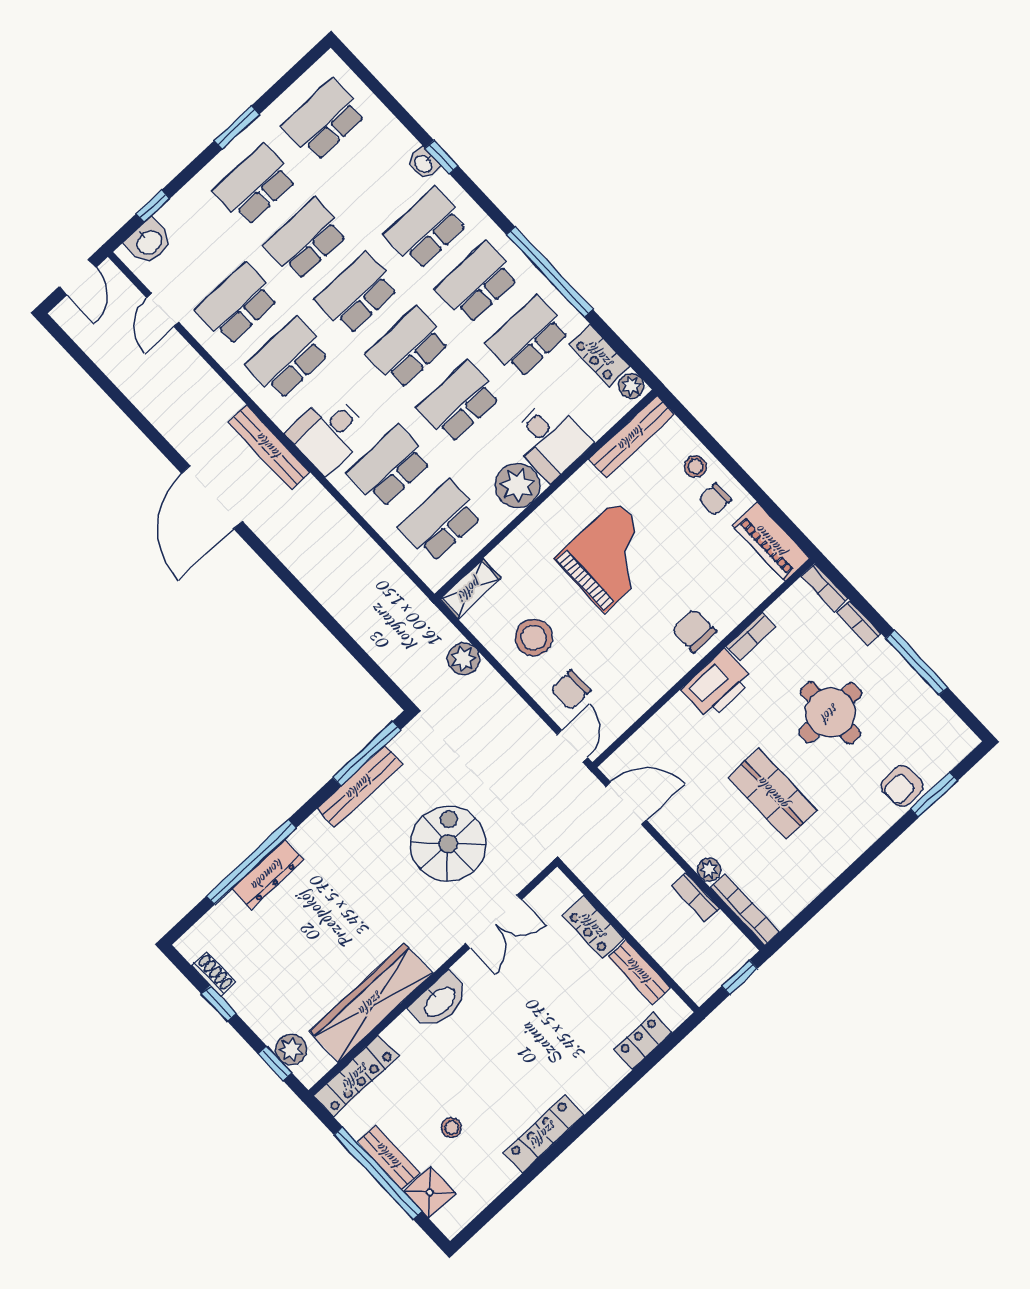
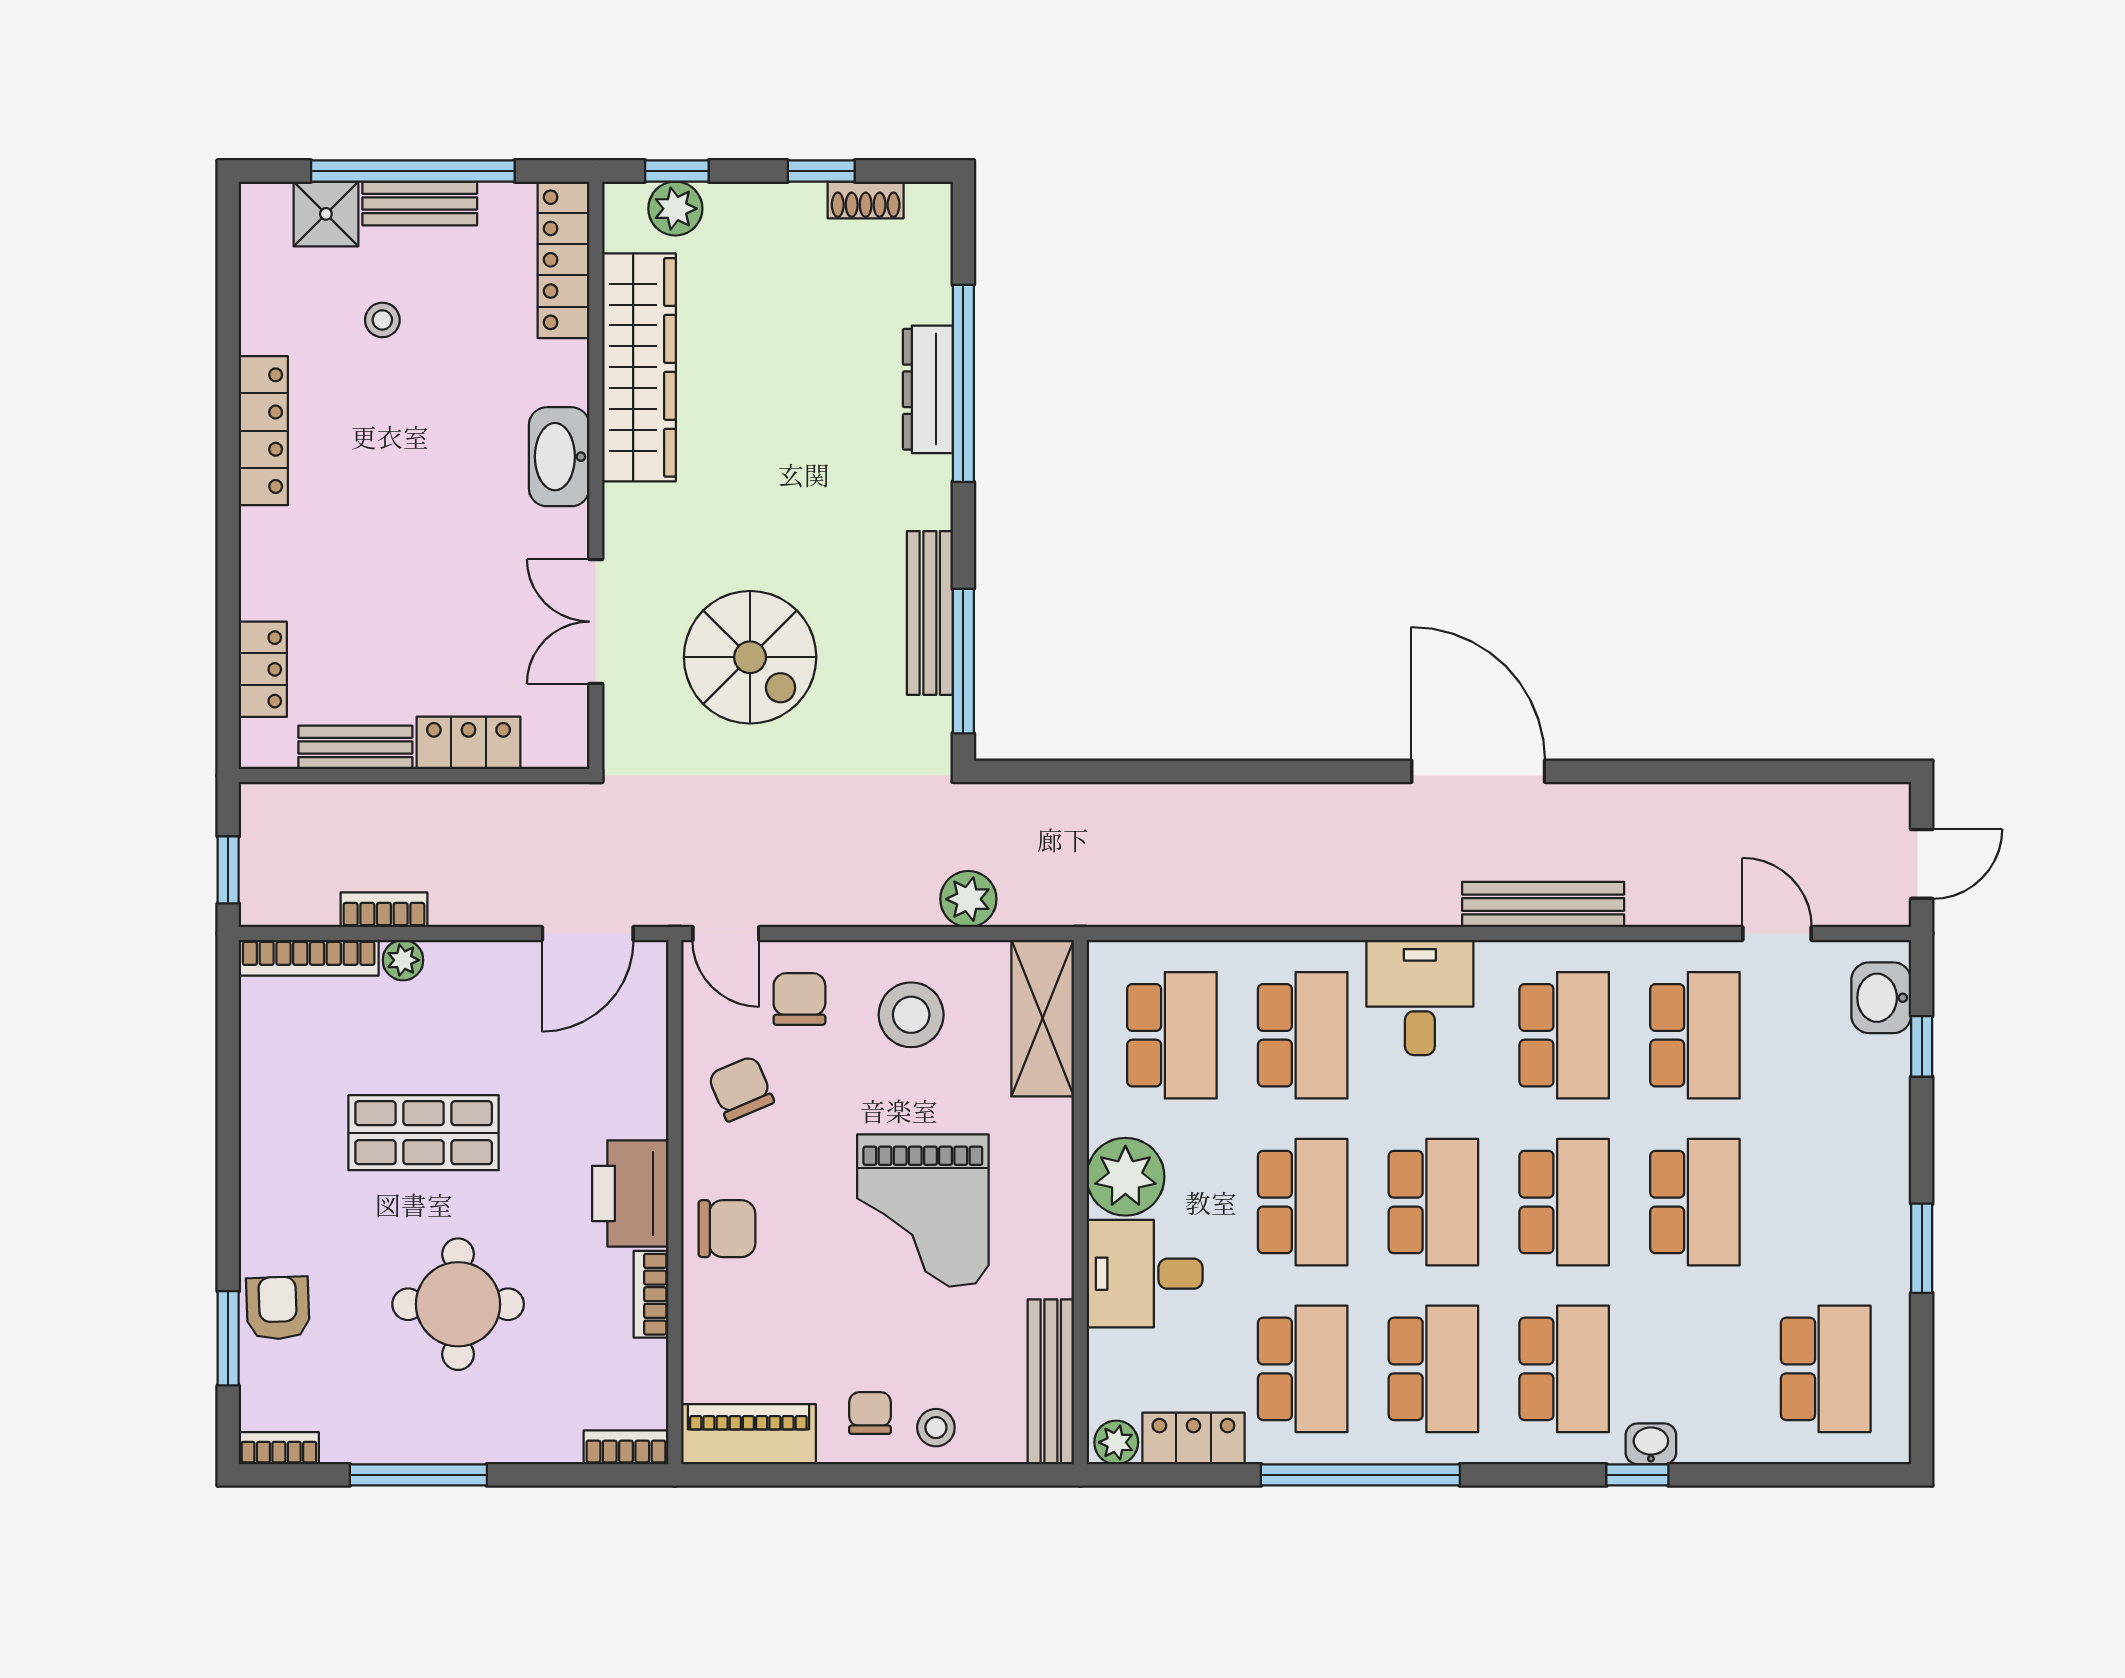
school desk: (255, 185) -> (1826, 1202), removed
door: (77, 277) -> (1922, 864), swing flipped
bench: (269, 447) -> (1543, 905), moved
shelving: (470, 589) -> (1043, 1018), width x1.50, depth x1.33
bookcase: (858, 623) -> (279, 1448), moved
chair: (631, 679) -> (741, 1089), added

